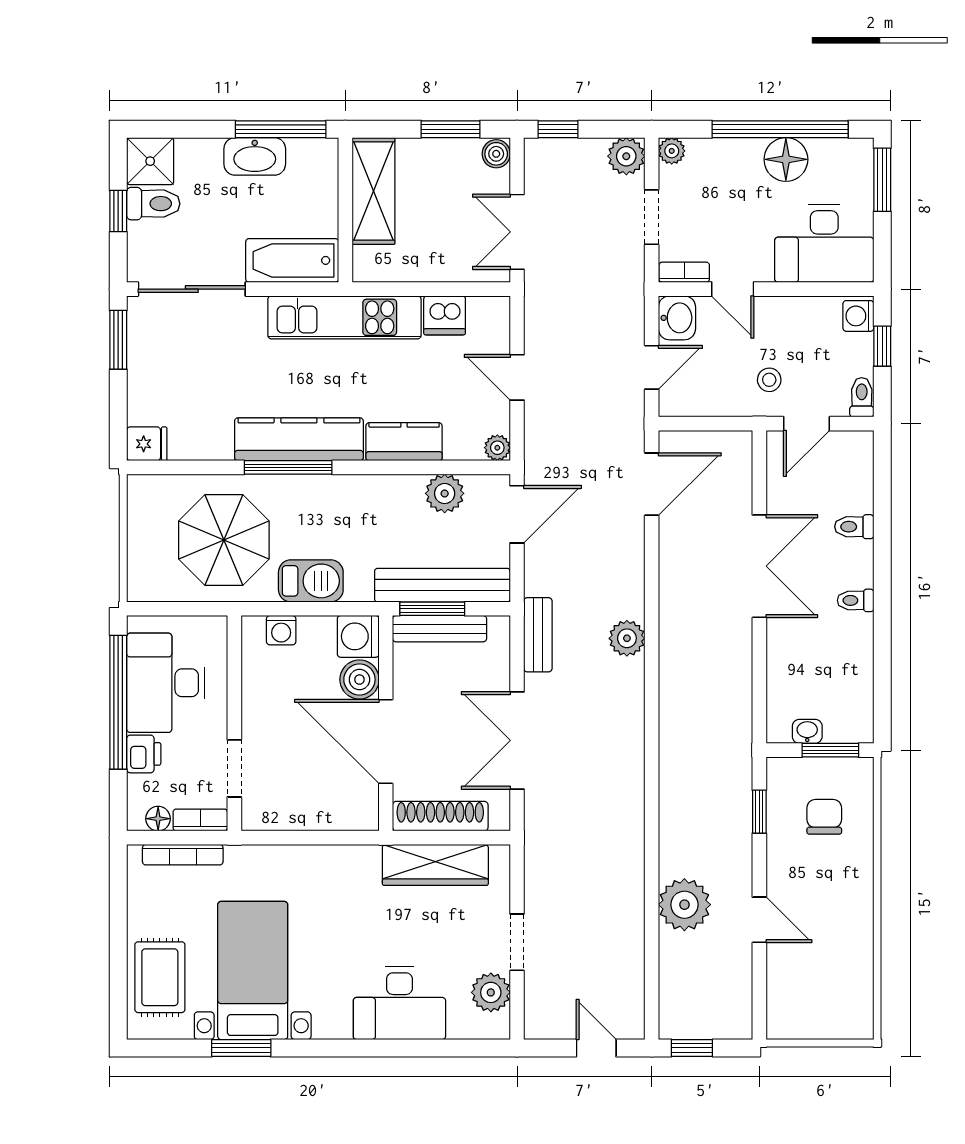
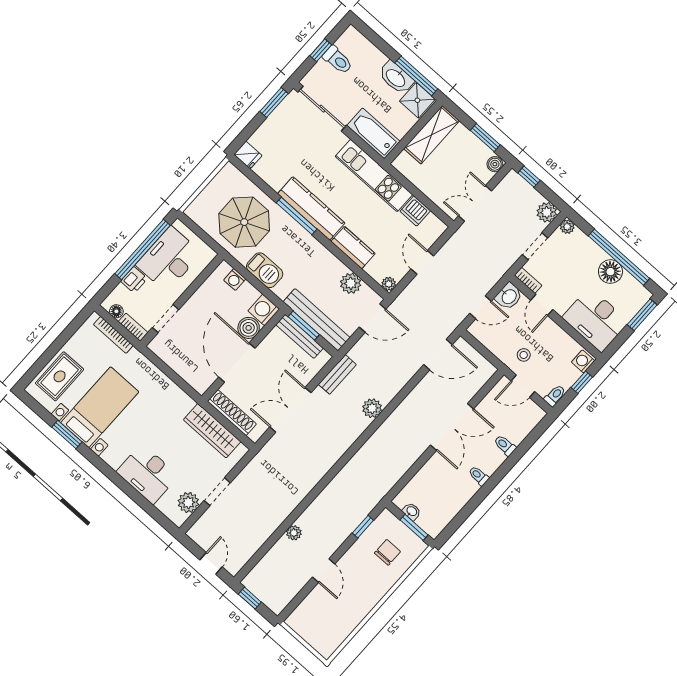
shower: (150, 161) -> (417, 100), moved
plant: (684, 905) -> (294, 533), width x0.53, depth x0.53

